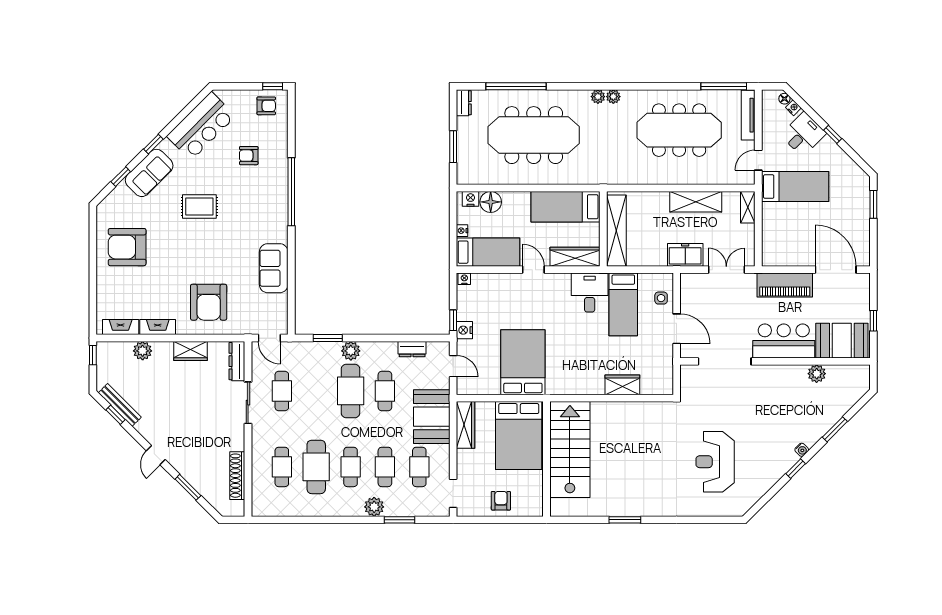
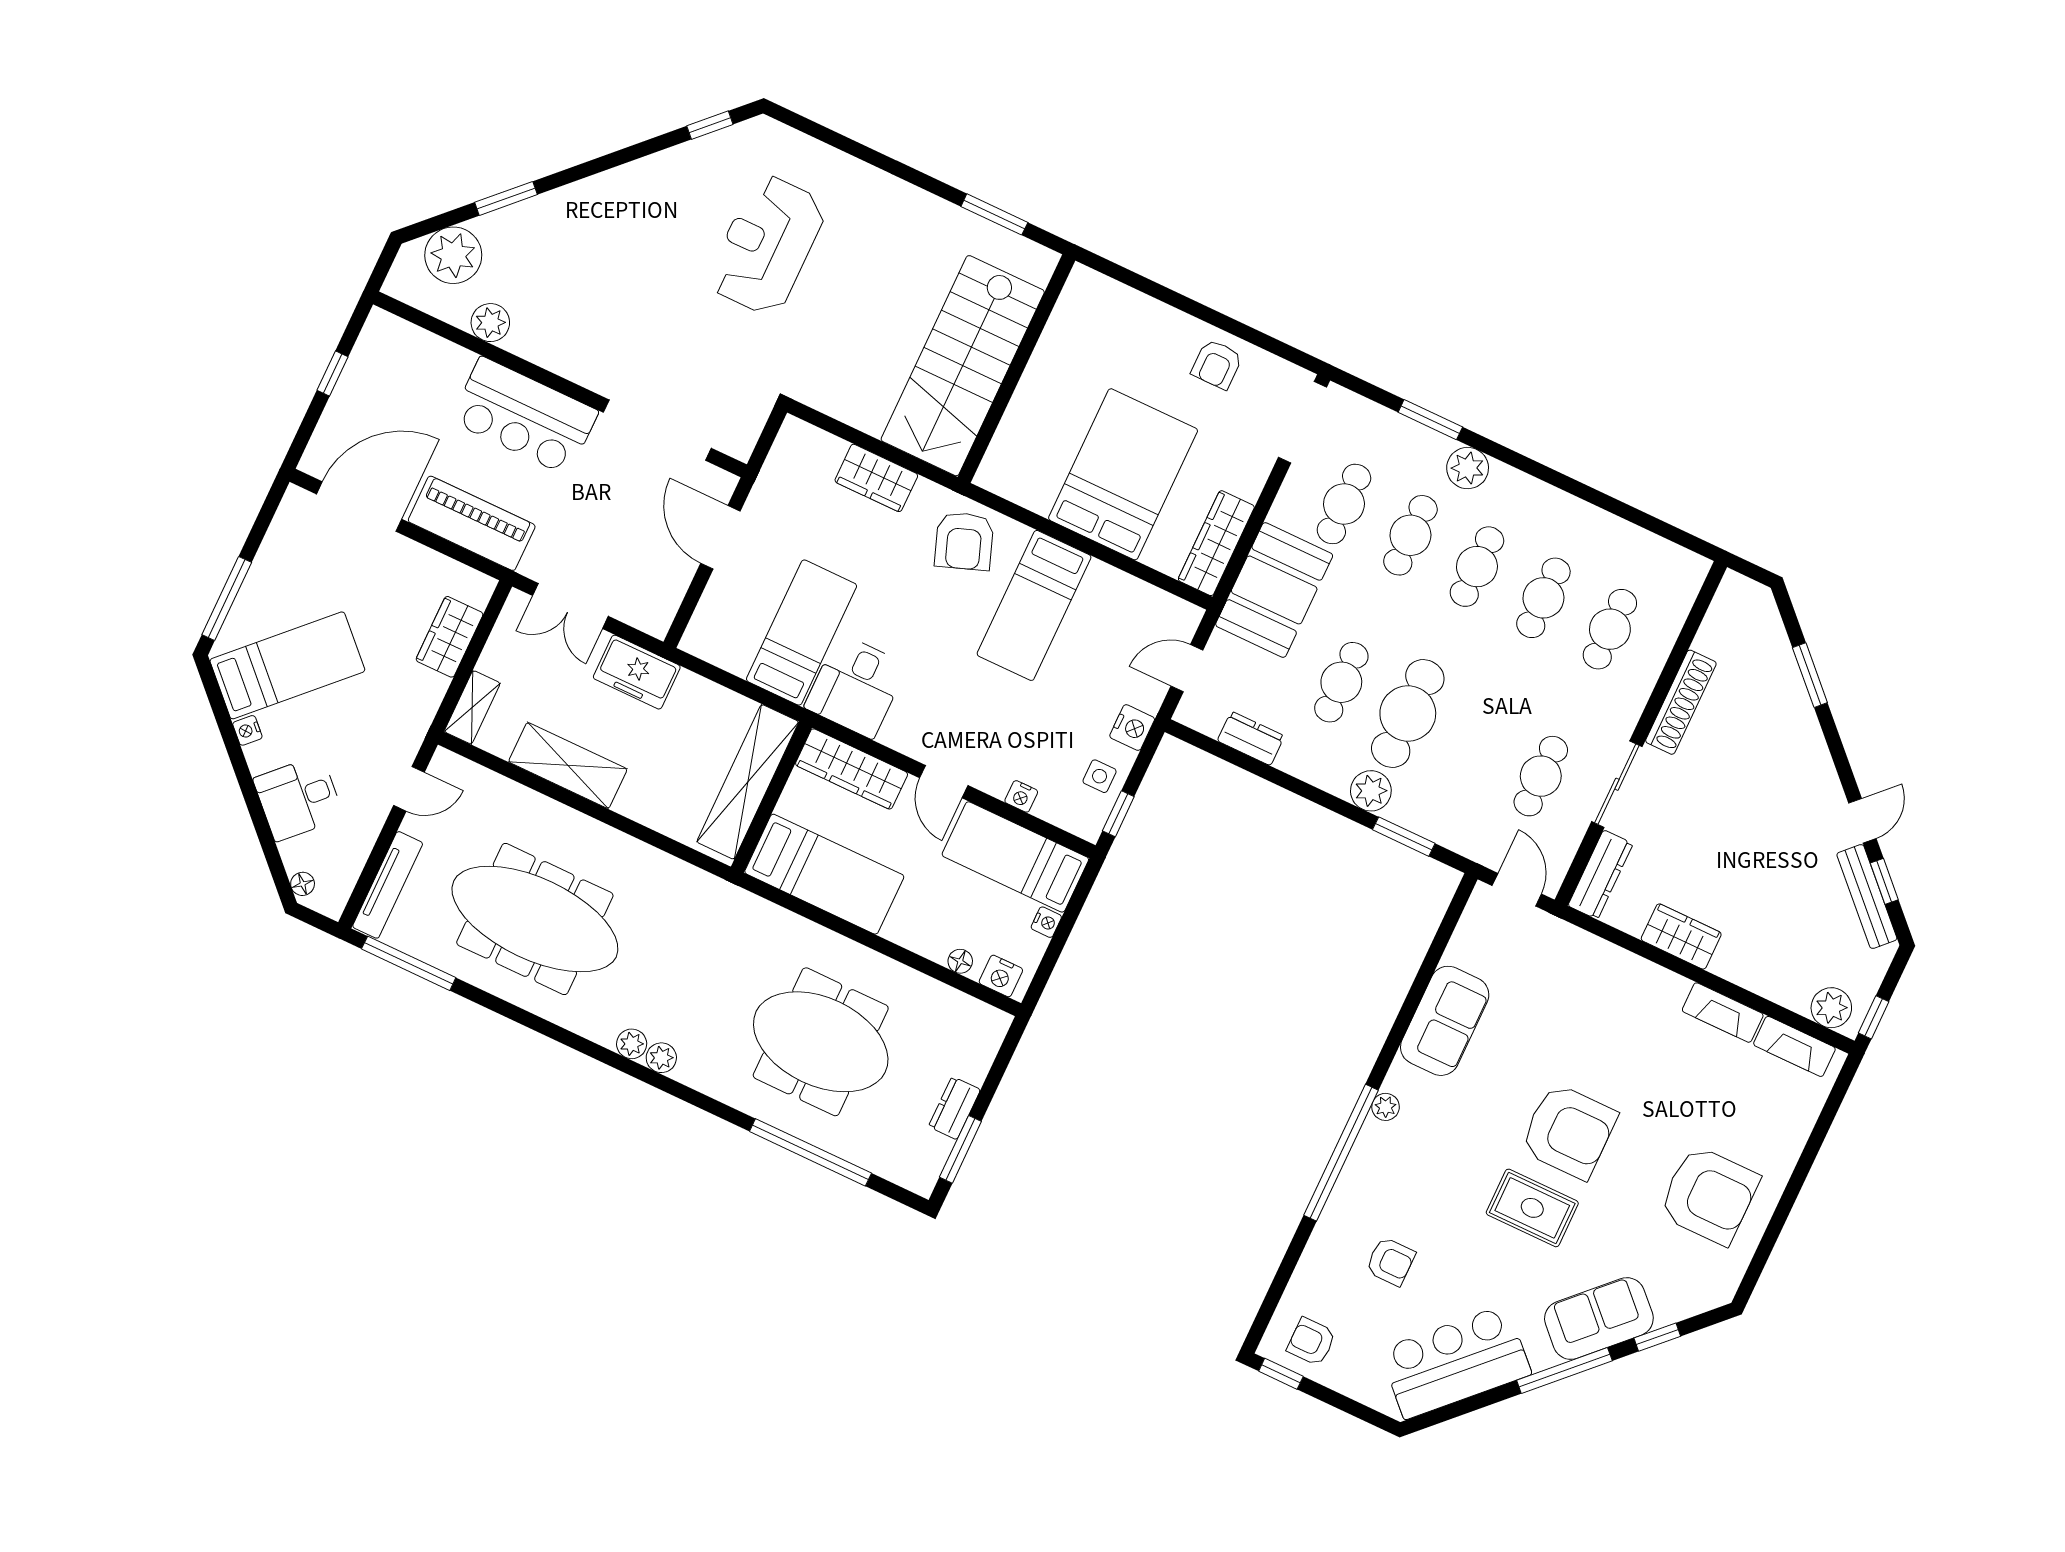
dresser: (464, 103) -> (954, 1108), moved
nightstand: (793, 108) -> (247, 730), moved
window: (833, 134) -> (242, 771), removed
meeting table: (534, 135) -> (821, 1042), width x0.73
window: (153, 144) -> (1564, 1371), width x2.17
window: (453, 147) -> (960, 1149), moved
bed: (795, 187) -> (287, 665), moved, turned 135
floor lamp: (491, 202) -> (960, 961), width x0.53, depth x0.53
window: (873, 204) -> (227, 598), width x1.44
plant: (282, 220) -> (1386, 1107), added
wardrobe: (771, 233) -> (450, 637), added
door: (836, 270) -> (359, 507), swing flipped
nightstand: (464, 279) -> (1021, 796), moved
side table: (661, 298) -> (1100, 776), moved
armchair: (209, 302) -> (1569, 1131), moved, turned 90
window: (453, 320) -> (1118, 814), moved
booth: (842, 341) -> (412, 364), removed
plant: (143, 351) -> (1831, 1008), moved
bed: (523, 362) -> (1034, 605), width x0.67
door: (453, 366) -> (1187, 668), hinge flipped
armchair: (573, 376) -> (964, 541), added
plant: (846, 395) -> (453, 255), added
stairs: (570, 450) -> (963, 366), moved
water cooler: (802, 450) -> (589, 189), removed
door: (156, 455) -> (1862, 821), moved
wall: (547, 459) -> (1016, 369), moved
reception desk: (715, 462) -> (767, 245), turned 180
cafe table: (316, 467) -> (1543, 598), width x0.73, depth x0.74
window: (796, 469) -> (710, 125), moved
shoe rack: (237, 476) -> (1681, 702), moved
doorway: (453, 493) -> (1303, 422), width x1.38

